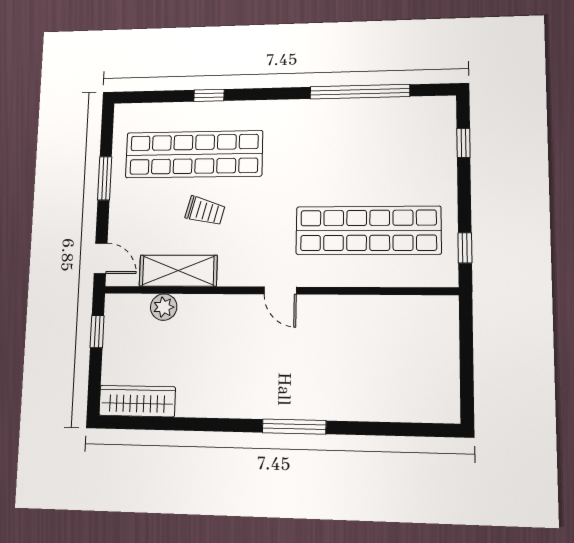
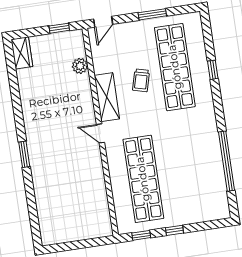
window: (463, 143) -> (174, 230), moved
shelving: (178, 271) -> (107, 97), moved
door: (280, 291) -> (100, 133), hinge flipped
wardrobe: (137, 401) -> (22, 53), width x0.67
window: (294, 427) -> (24, 154), width x0.69

